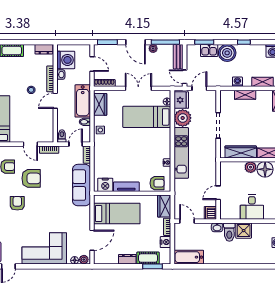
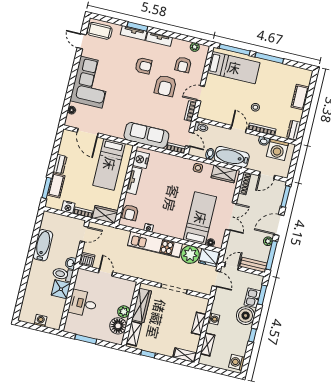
bathtub: (189, 257) -> (43, 245), moved
plant: (84, 260) -> (70, 120), removed

